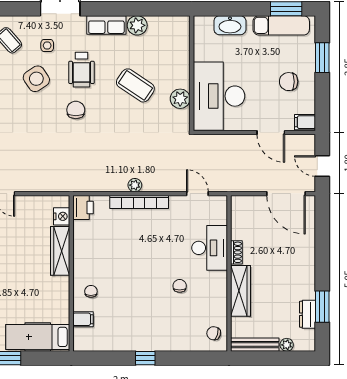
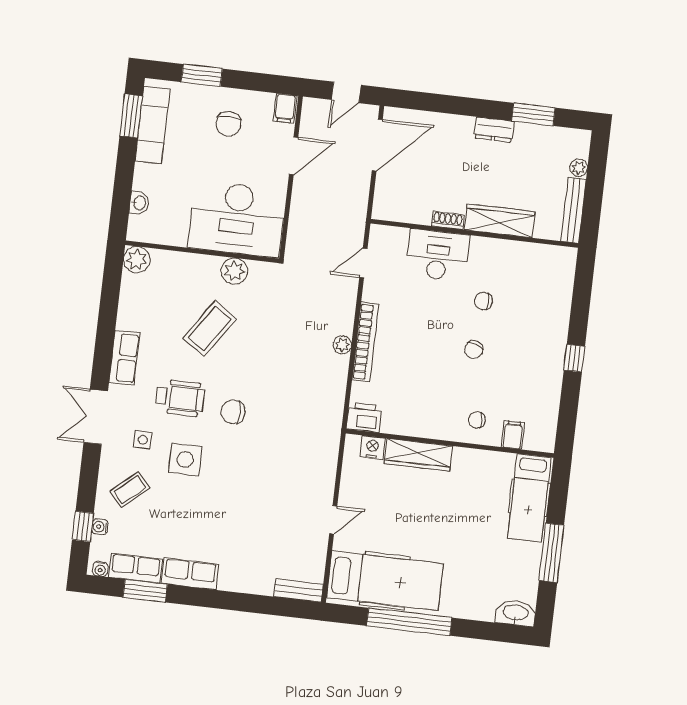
plant: (137, 25) -> (137, 260), moved
washbasin: (230, 25) -> (139, 203), width x0.52, depth x0.69
side table: (36, 79) -> (185, 459), turned 34
dresser: (308, 314) -> (494, 130), moved
chair: (214, 333) -> (474, 350), moved

